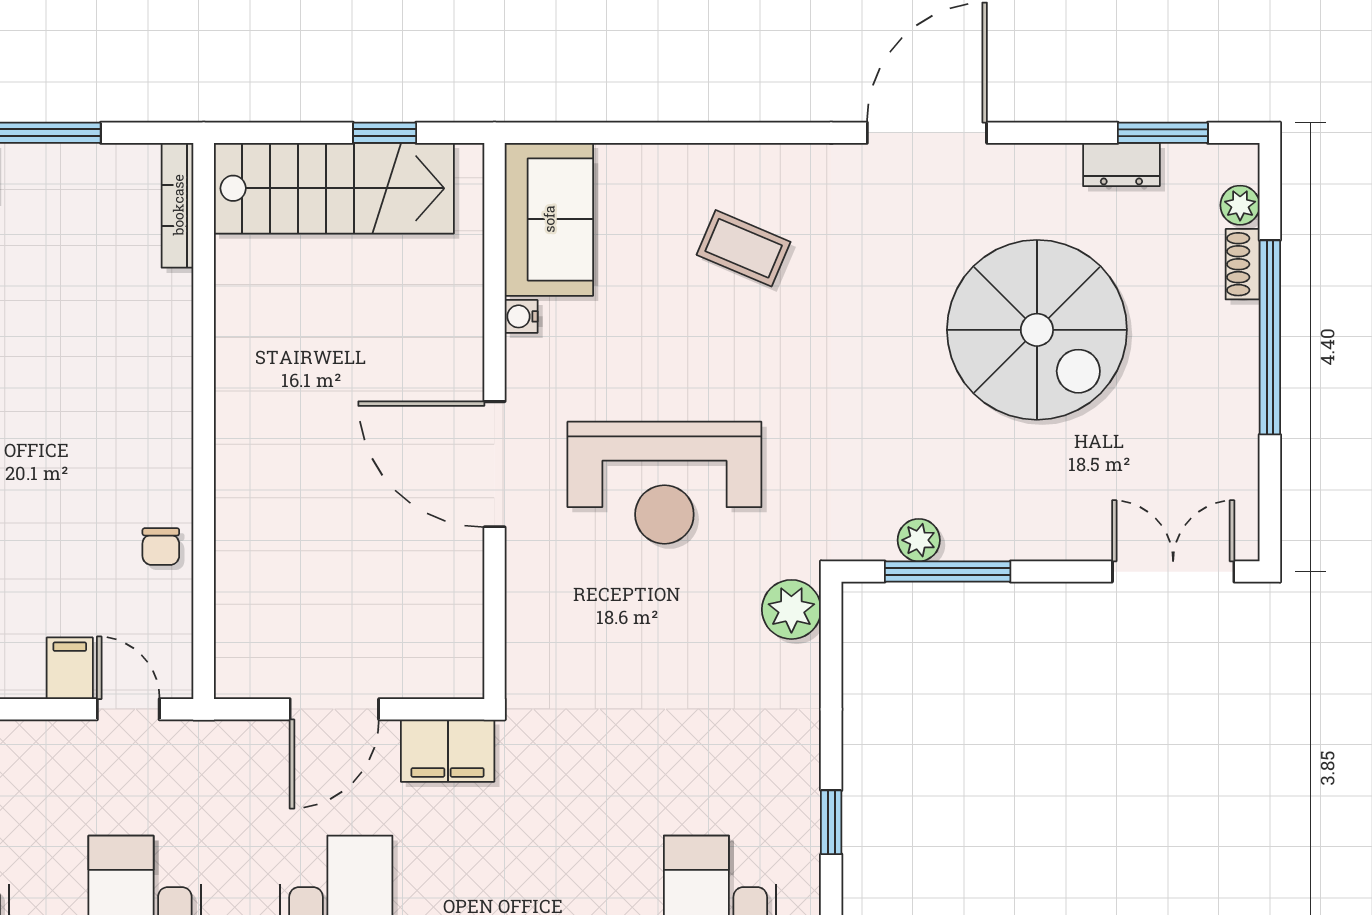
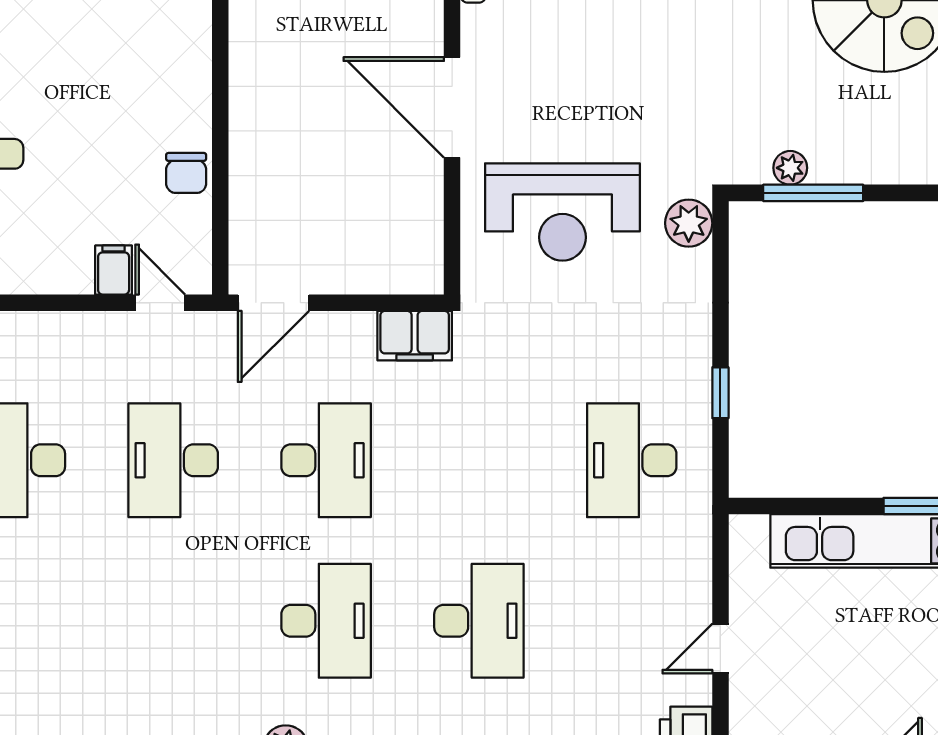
reception desk: (664, 483) -> (562, 212), moved
chair: (161, 547) -> (186, 173), width x1.37, depth x1.37
door: (334, 709) -> (273, 303), moved

